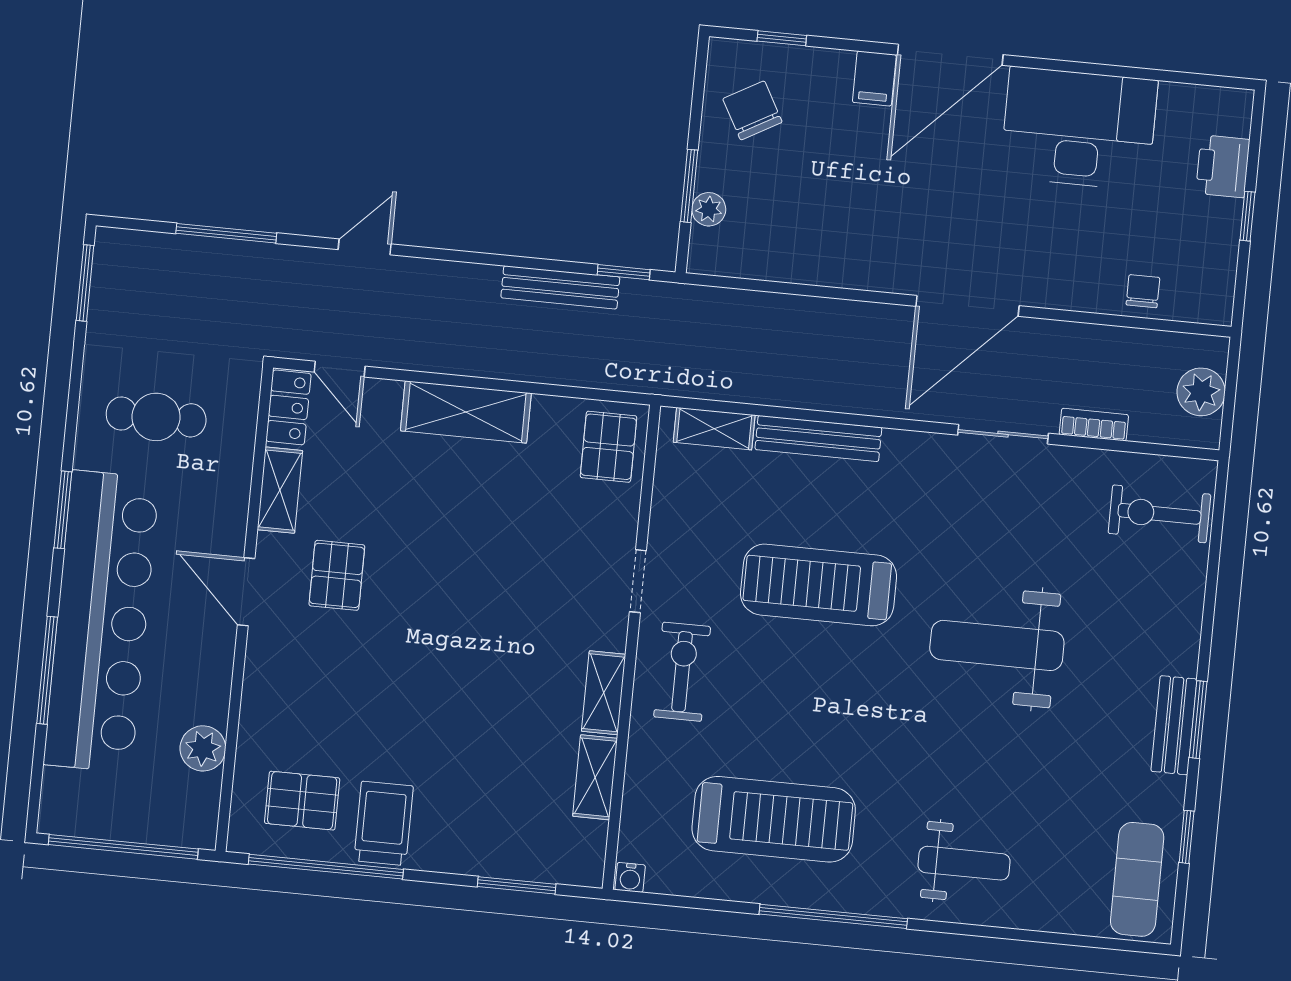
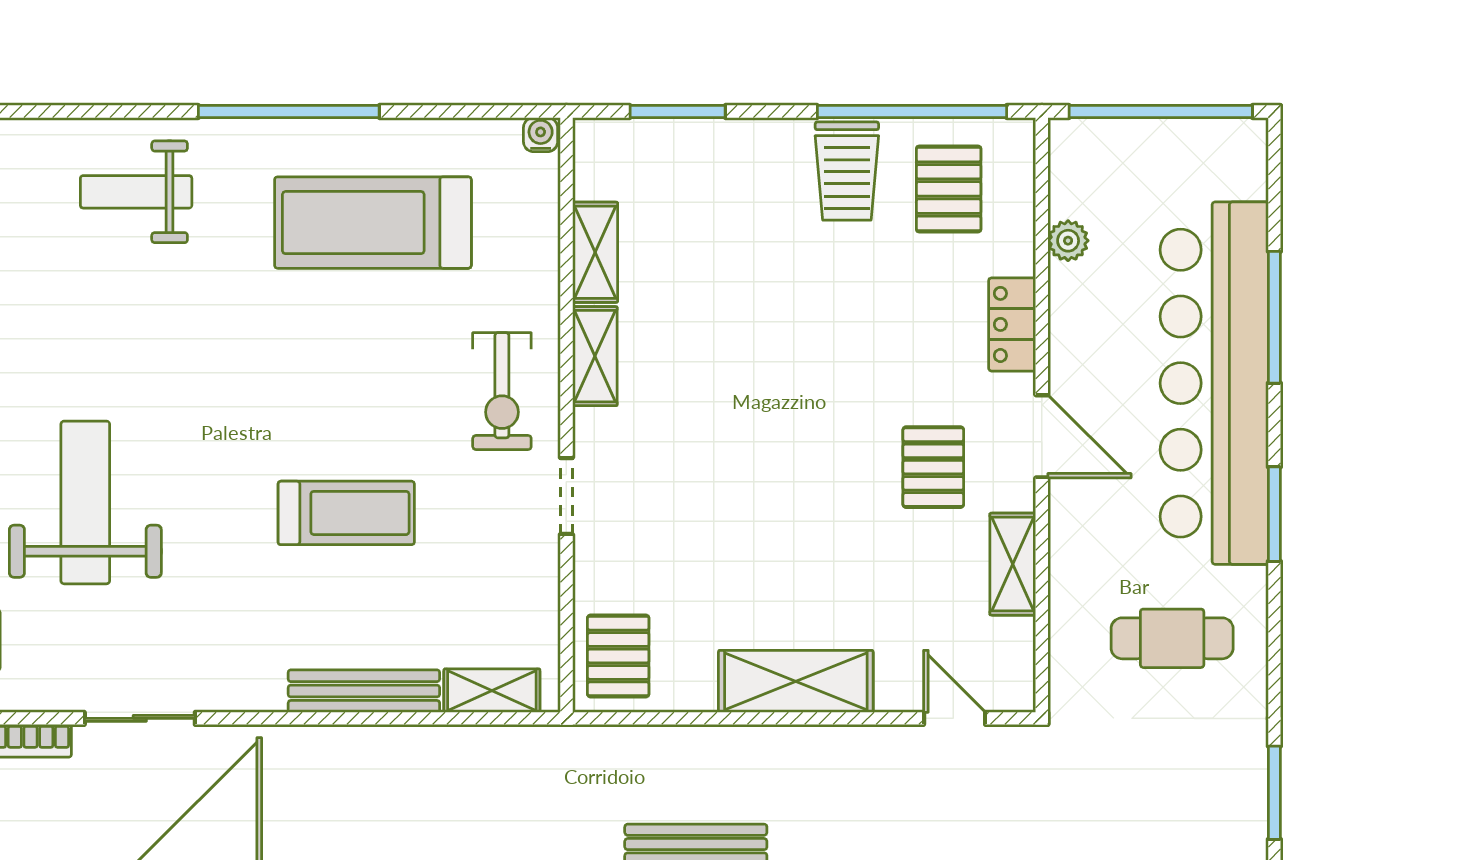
locker: (288, 407) -> (1012, 324), moved
treadmill: (819, 585) -> (346, 513), width x0.73, depth x0.73
weight bench: (997, 645) -> (85, 502), moved, turned -90
plant: (203, 748) -> (1068, 241), width x0.73, depth x0.73
pallet: (302, 801) -> (949, 189), turned 90

